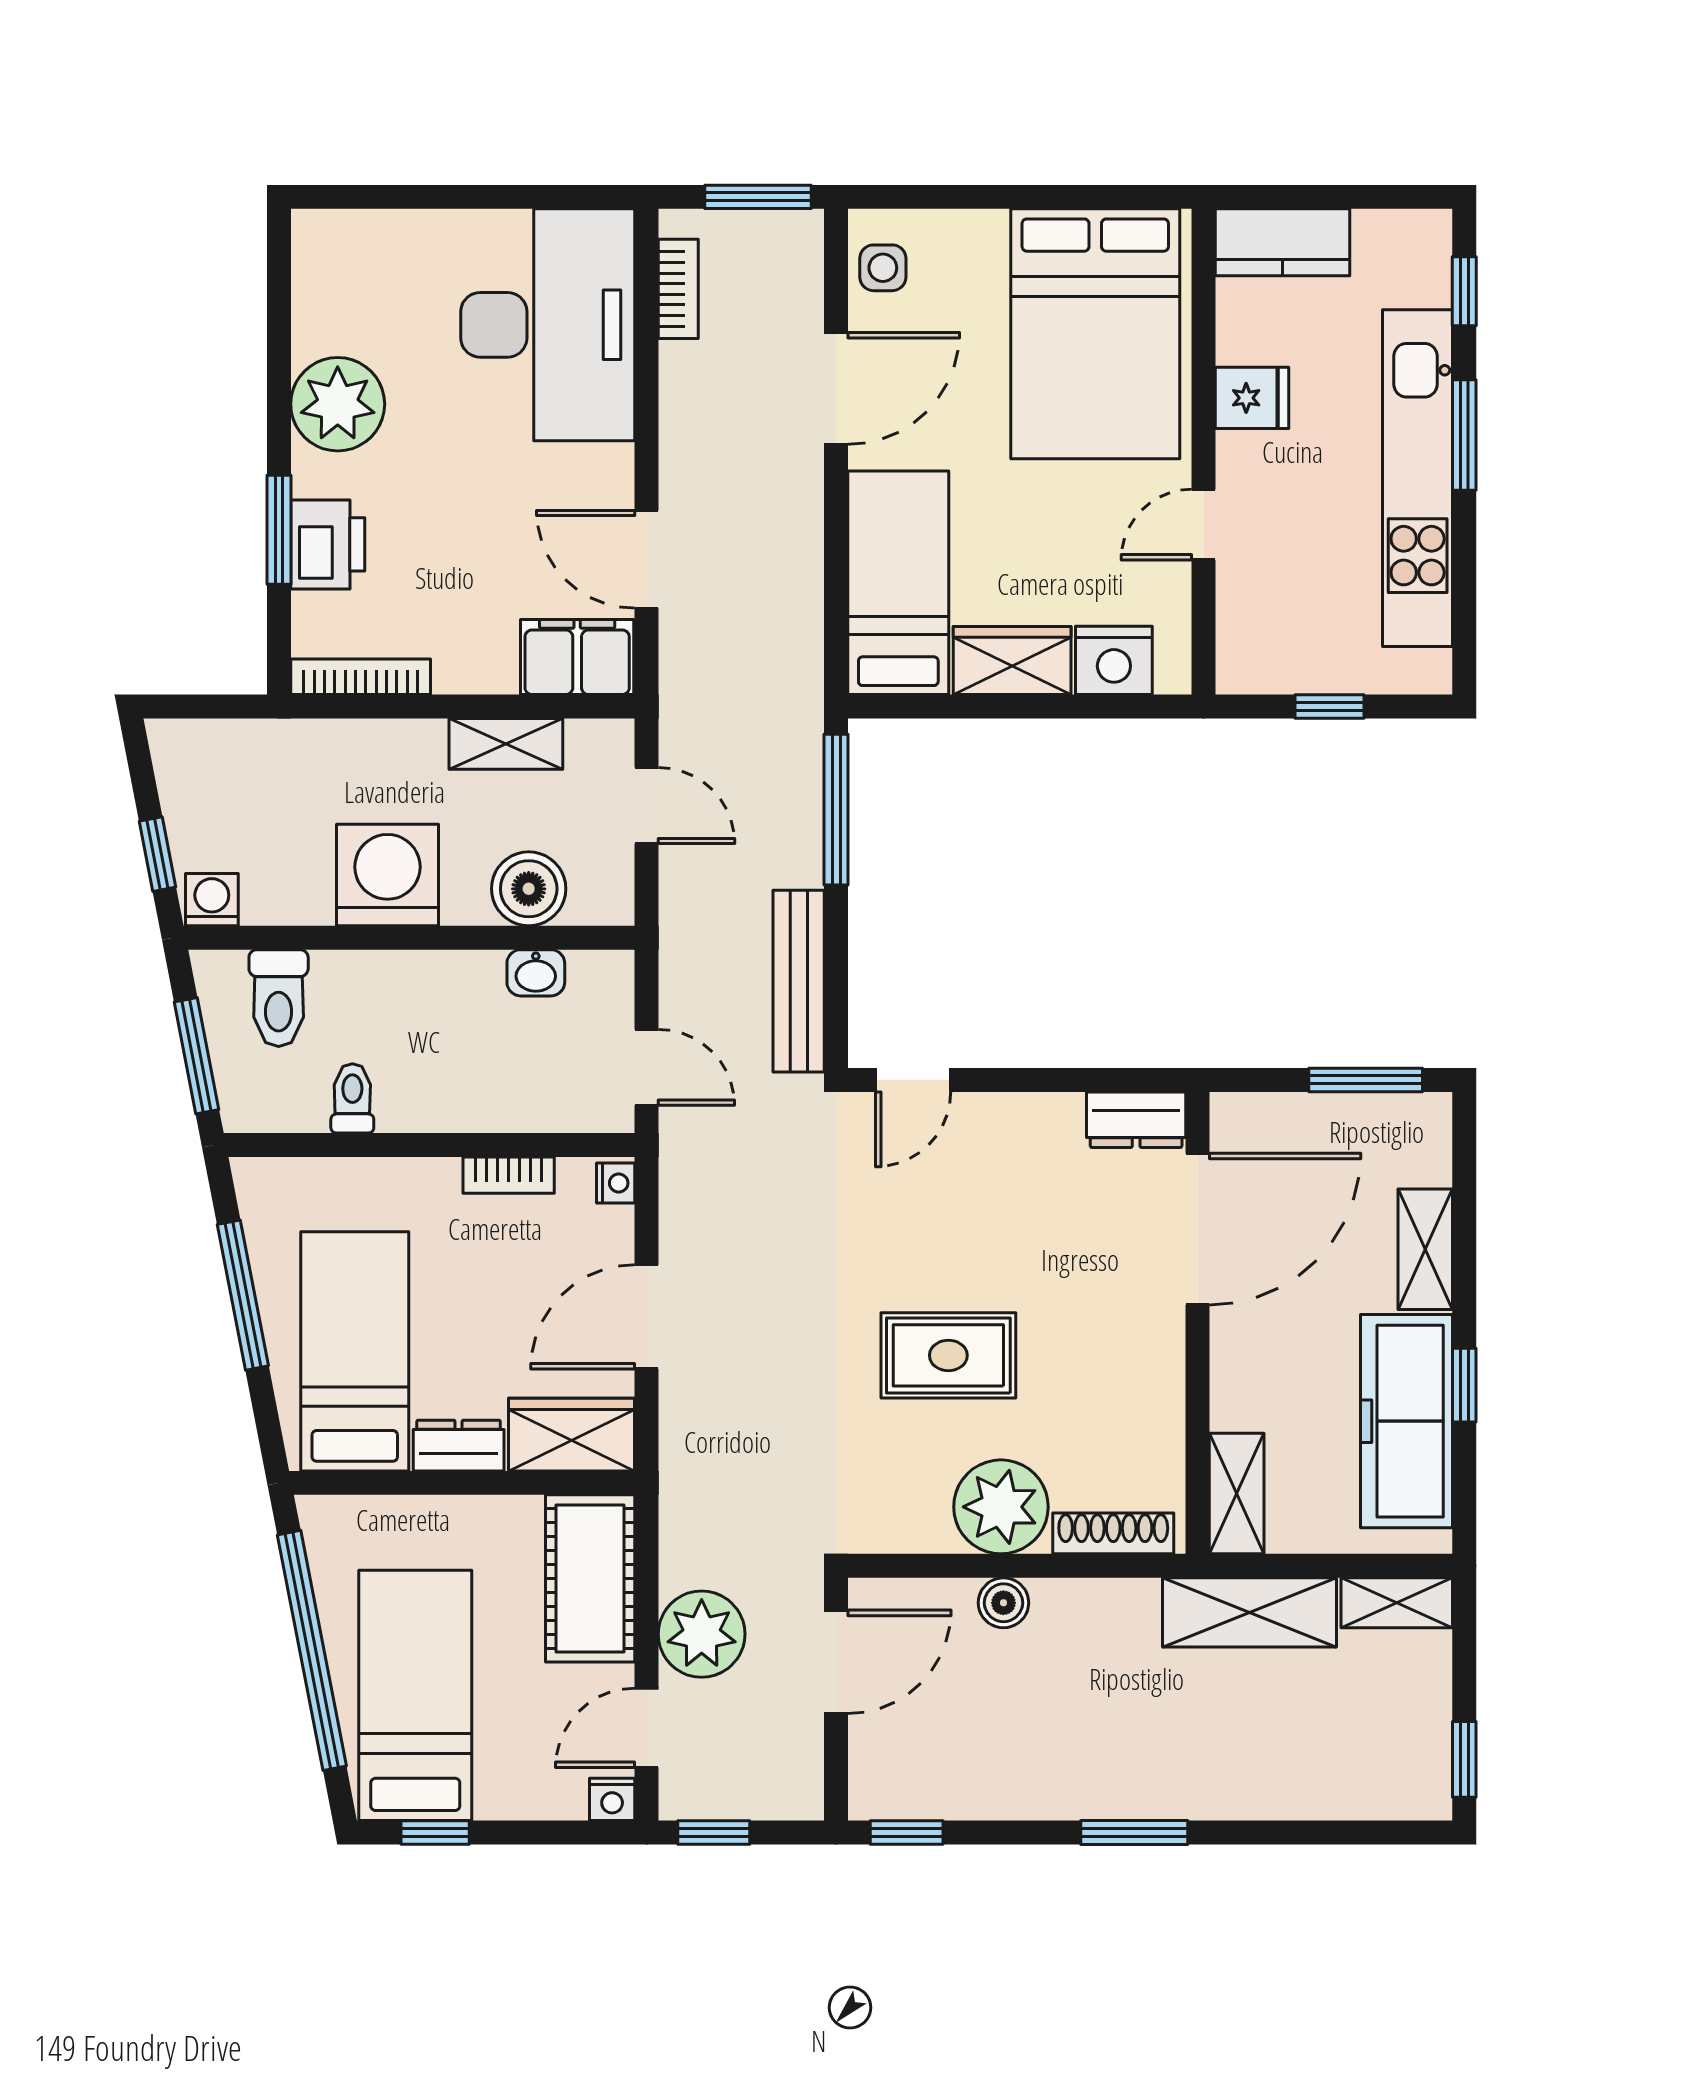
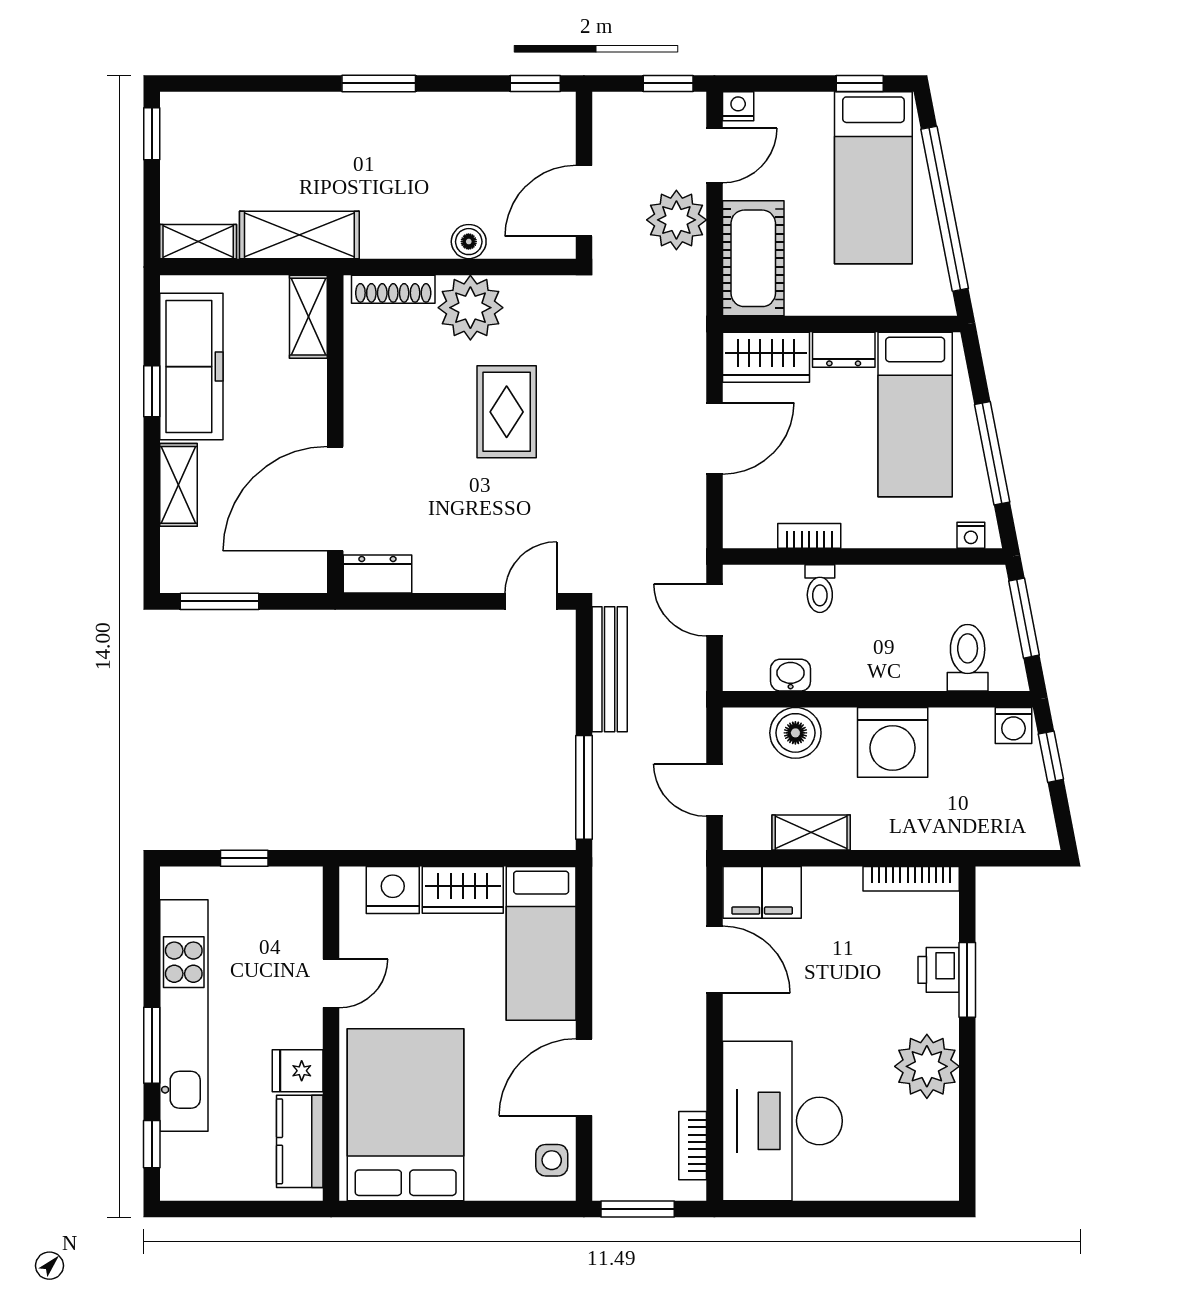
kitchen counter: (1283, 242) -> (300, 1141), moved, turned -90
printer: (328, 544) -> (939, 970), width x0.73, depth x0.81
toilet: (352, 1098) -> (820, 589), moved
nightstand: (616, 1183) -> (971, 535), moved, turned -90
rug: (948, 1355) -> (507, 412), turned 90

